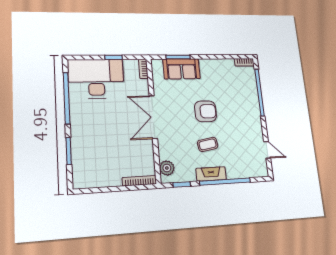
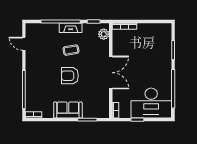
sofa: (182, 69) -> (68, 110), moved

